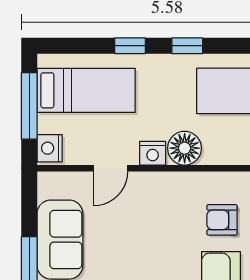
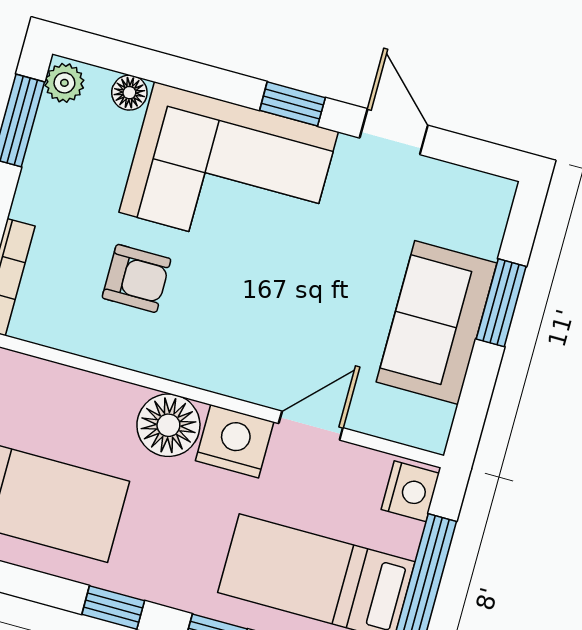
nightstand: (153, 153) -> (235, 441), width x1.36, depth x1.33

